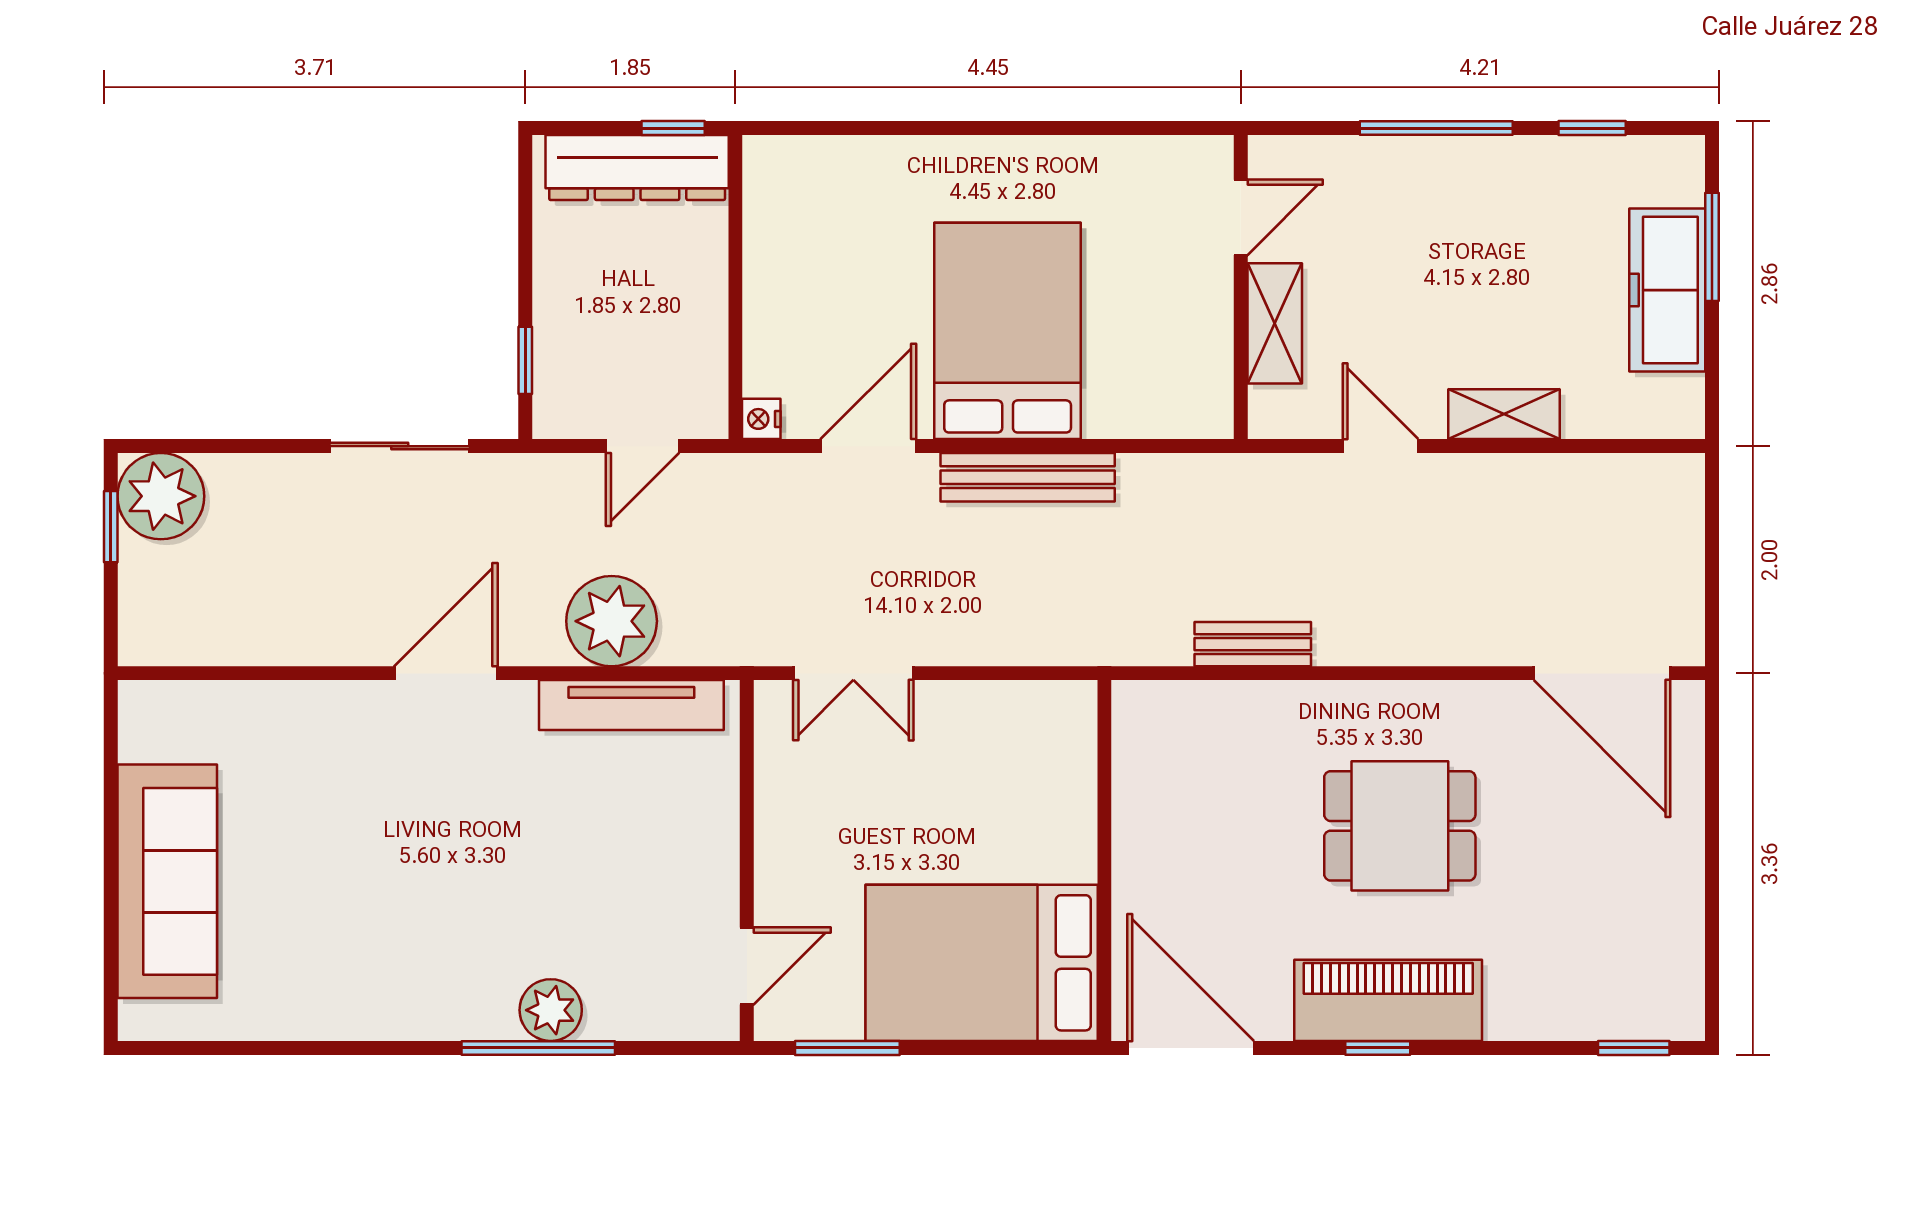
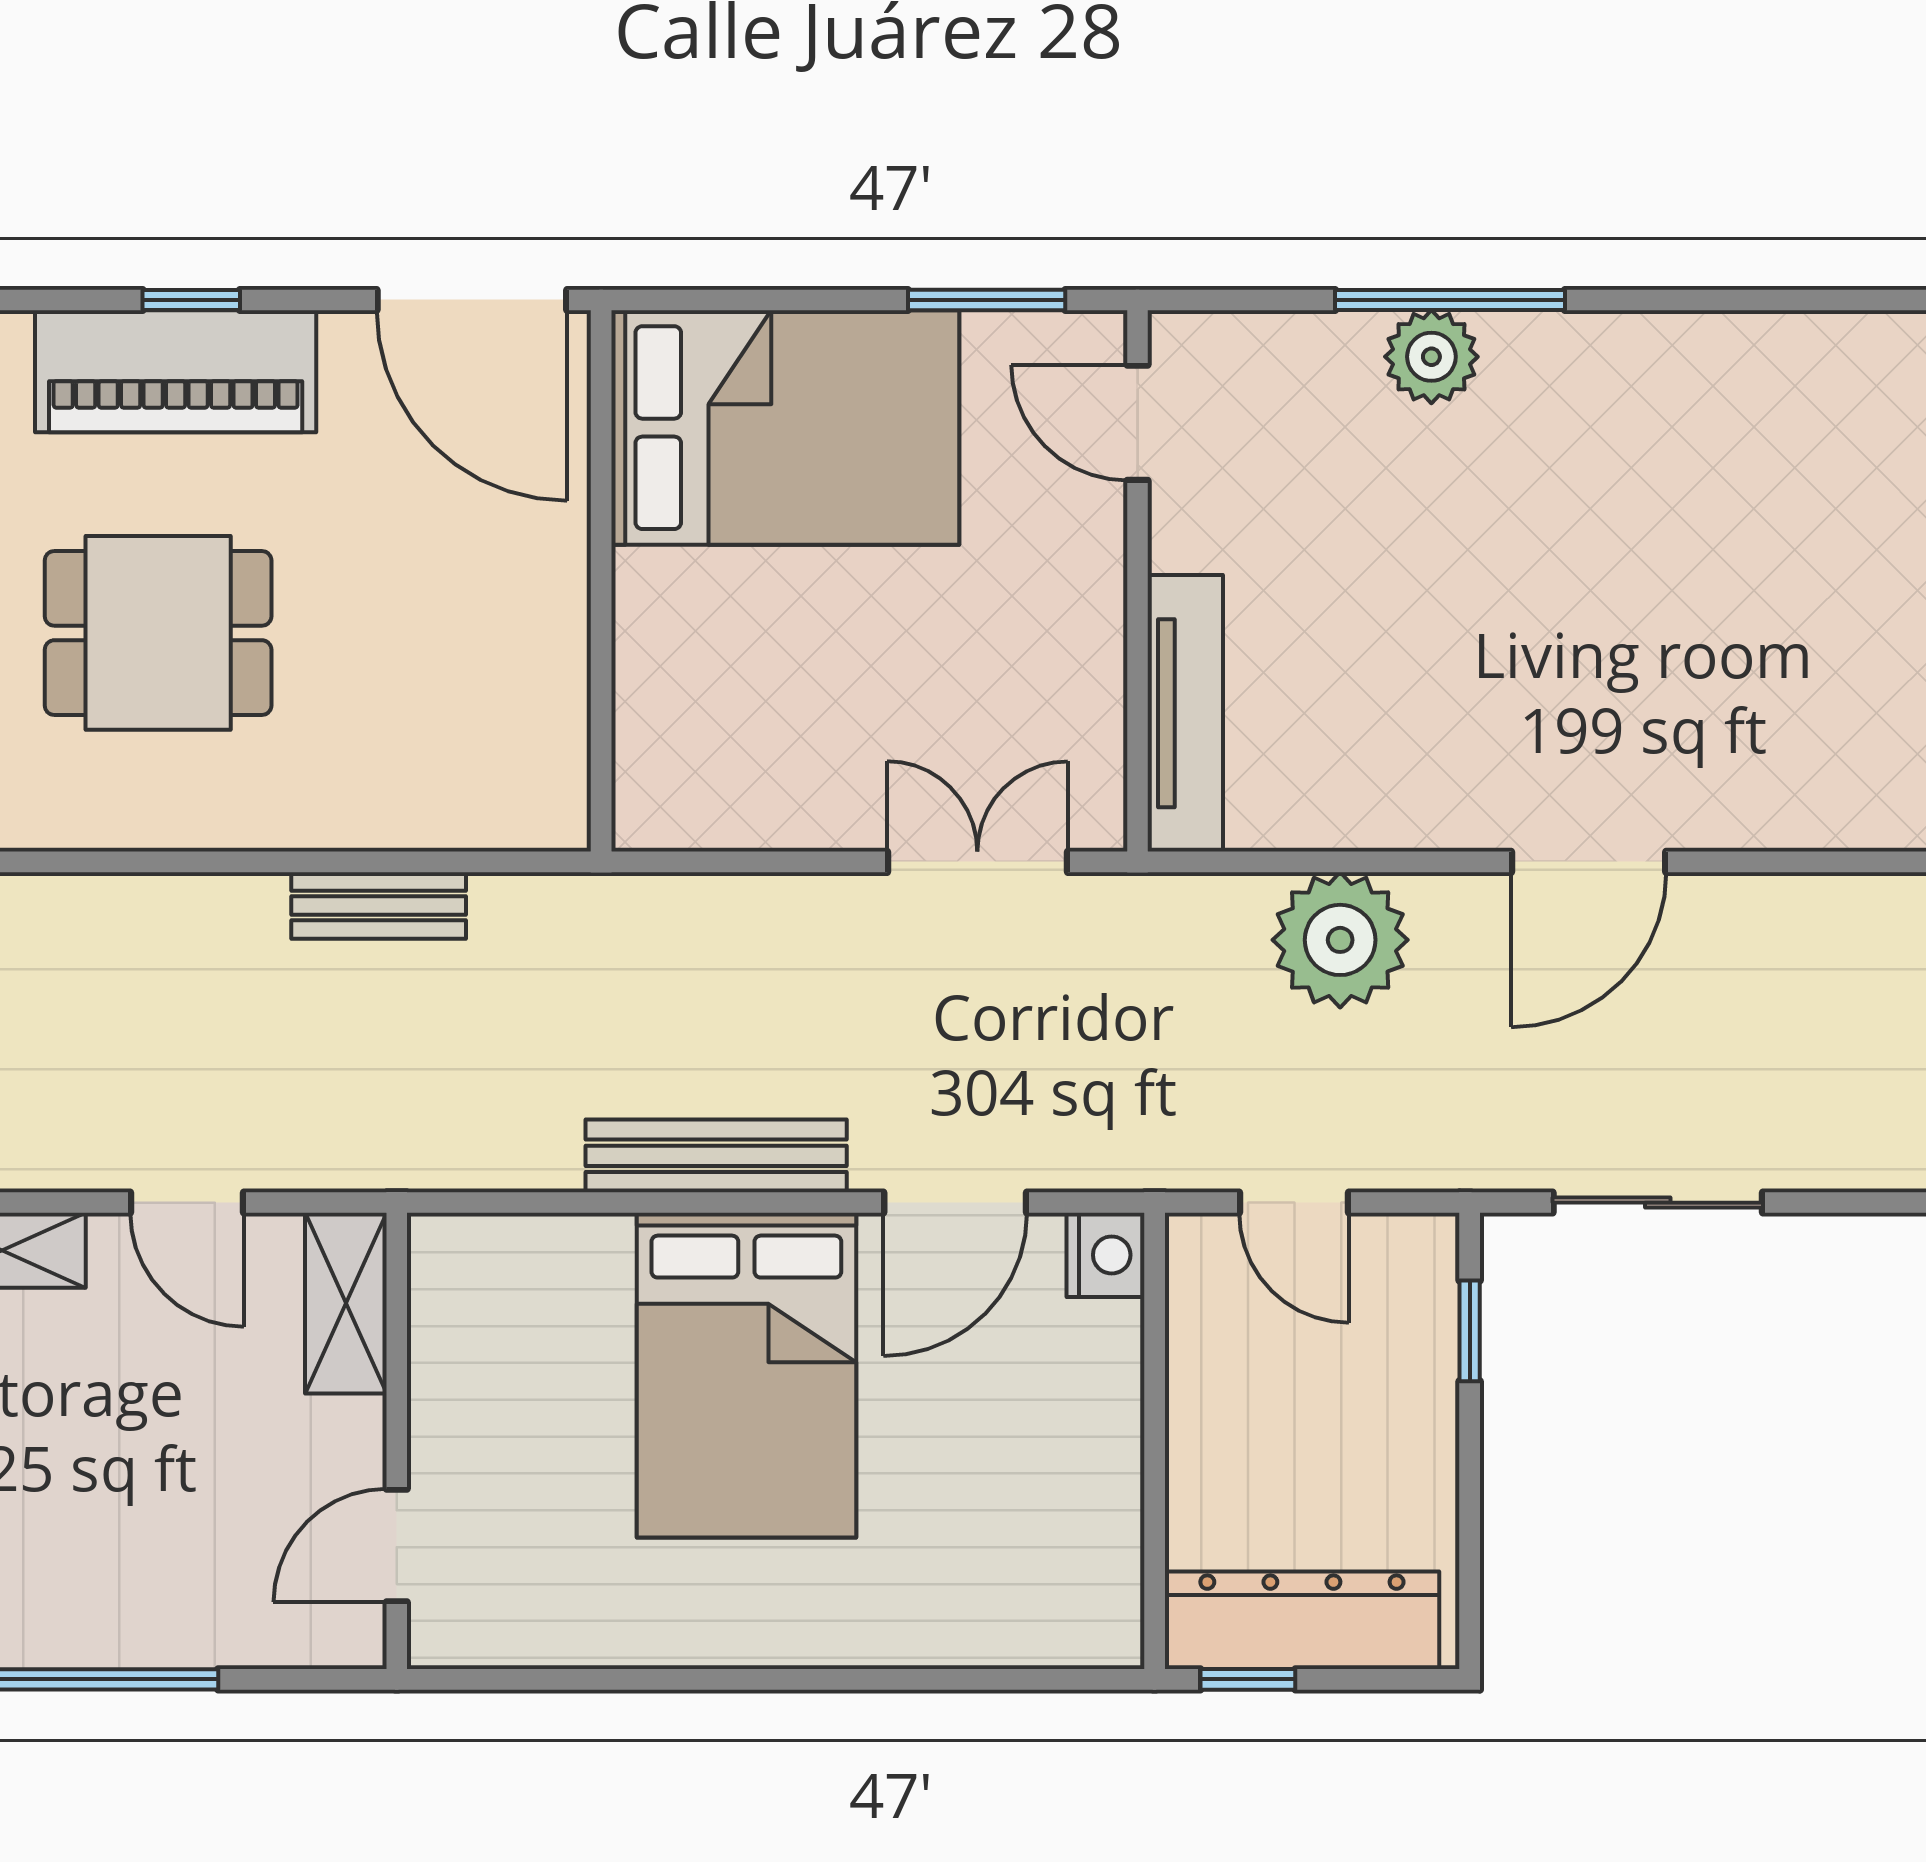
shelving: (1275, 323) -> (346, 1303), moved
nightstand: (761, 419) -> (1105, 1255), width x1.39, depth x1.35
door: (642, 446) -> (1294, 1203), swing flipped
tv unit: (631, 705) -> (1185, 713), moved, turned 90
door: (747, 966) -> (1138, 423), hinge flipped

